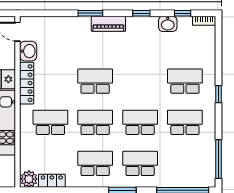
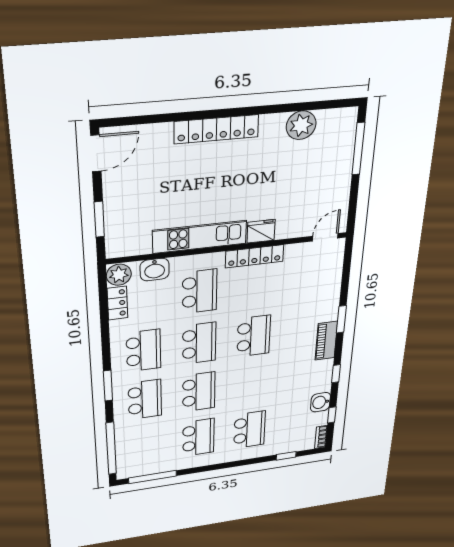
washbasin: (28, 51) -> (155, 270), moved
window: (218, 94) -> (286, 456), moved

